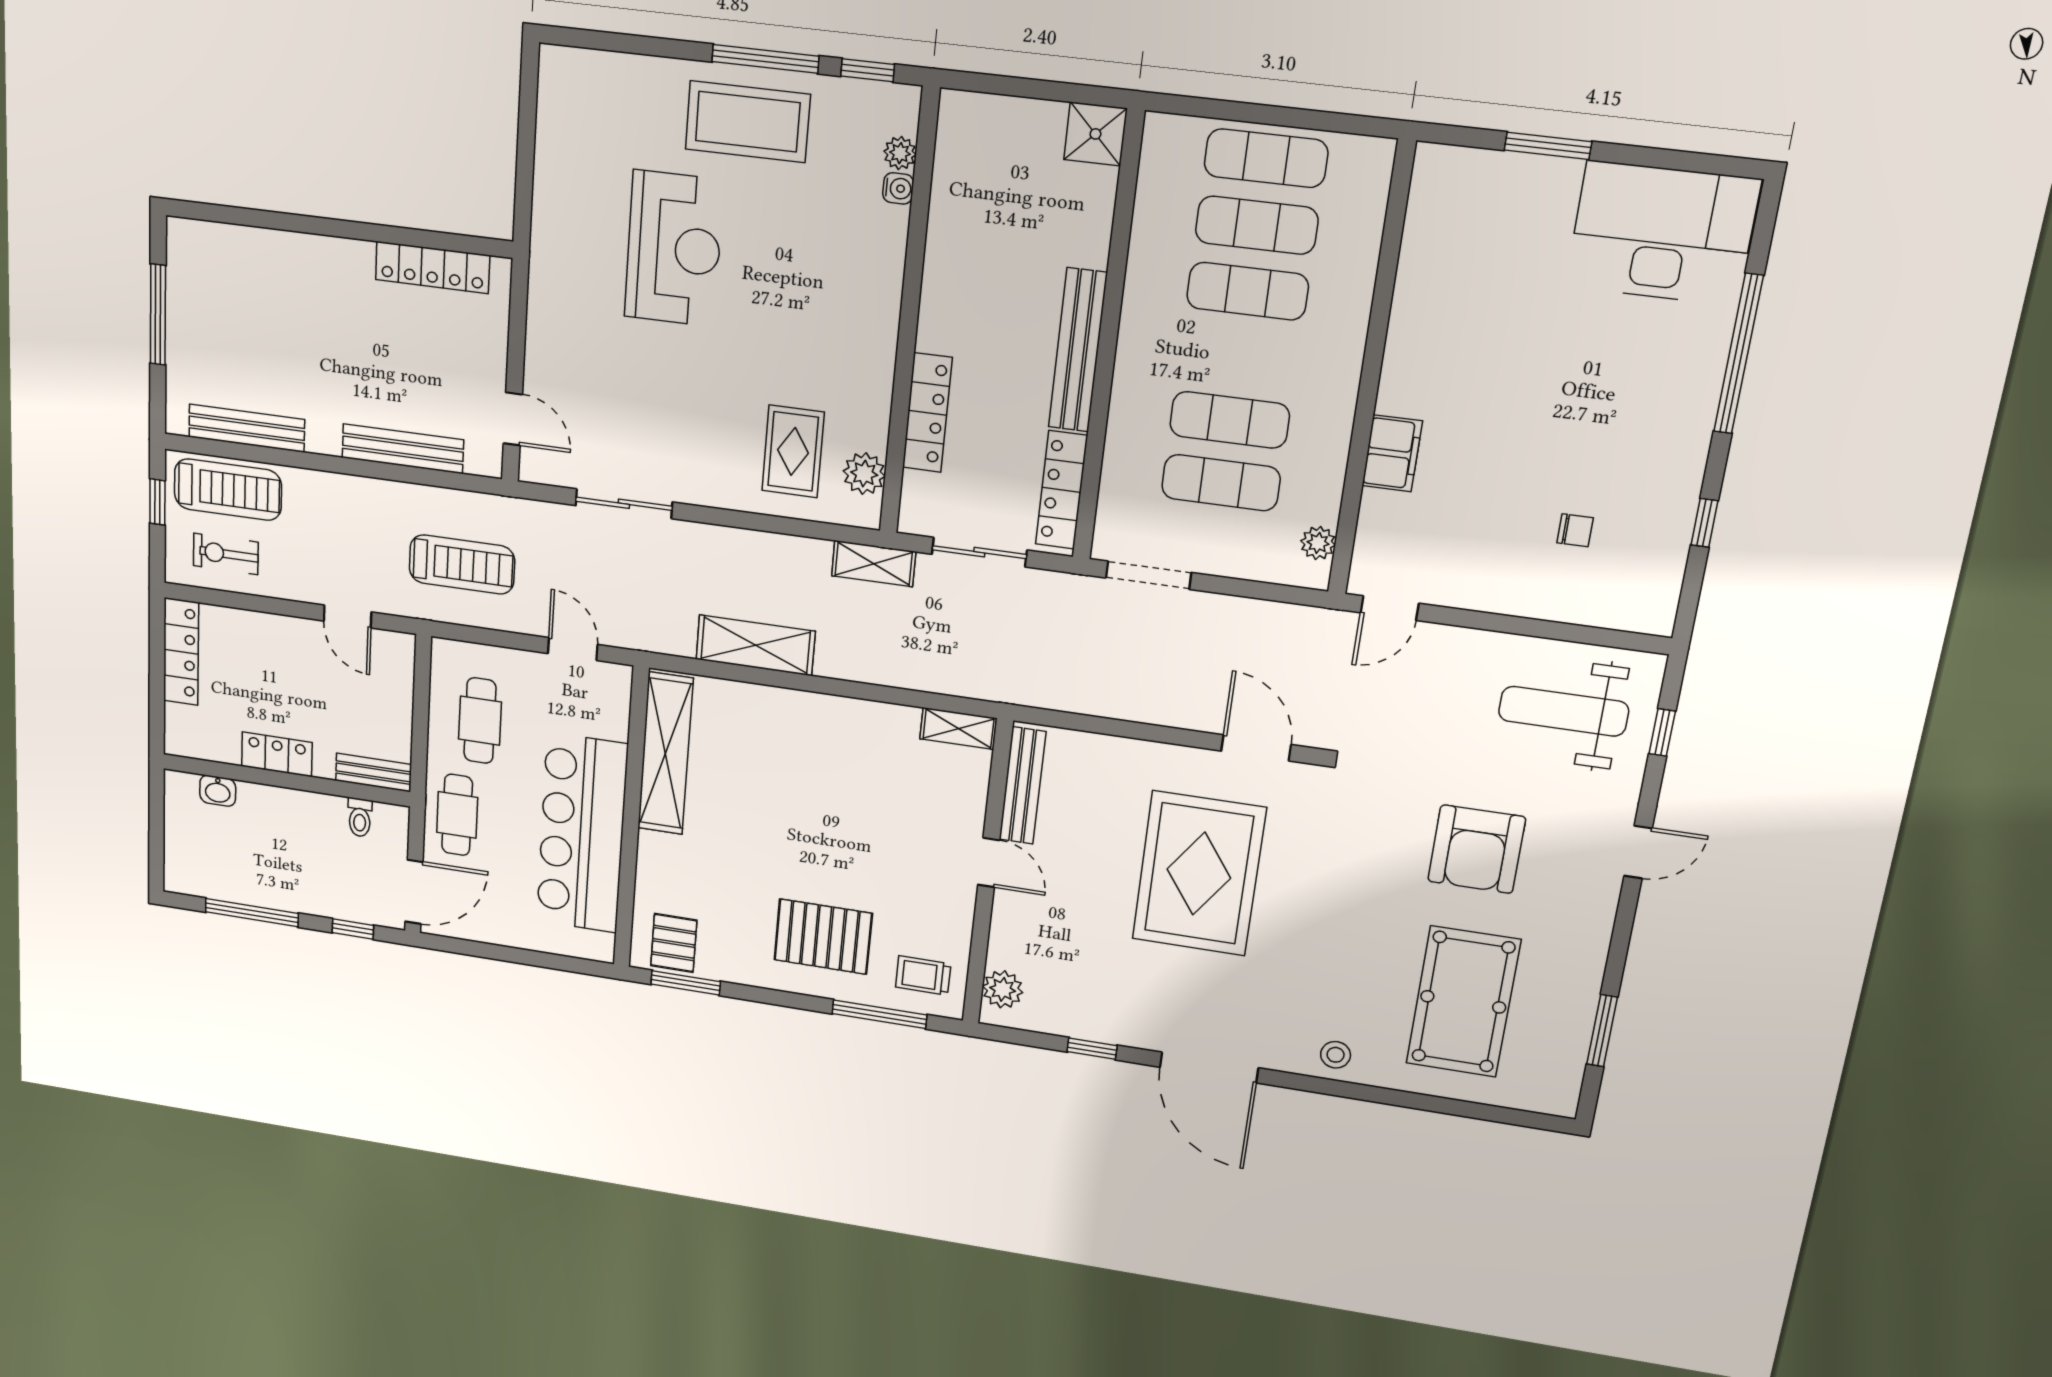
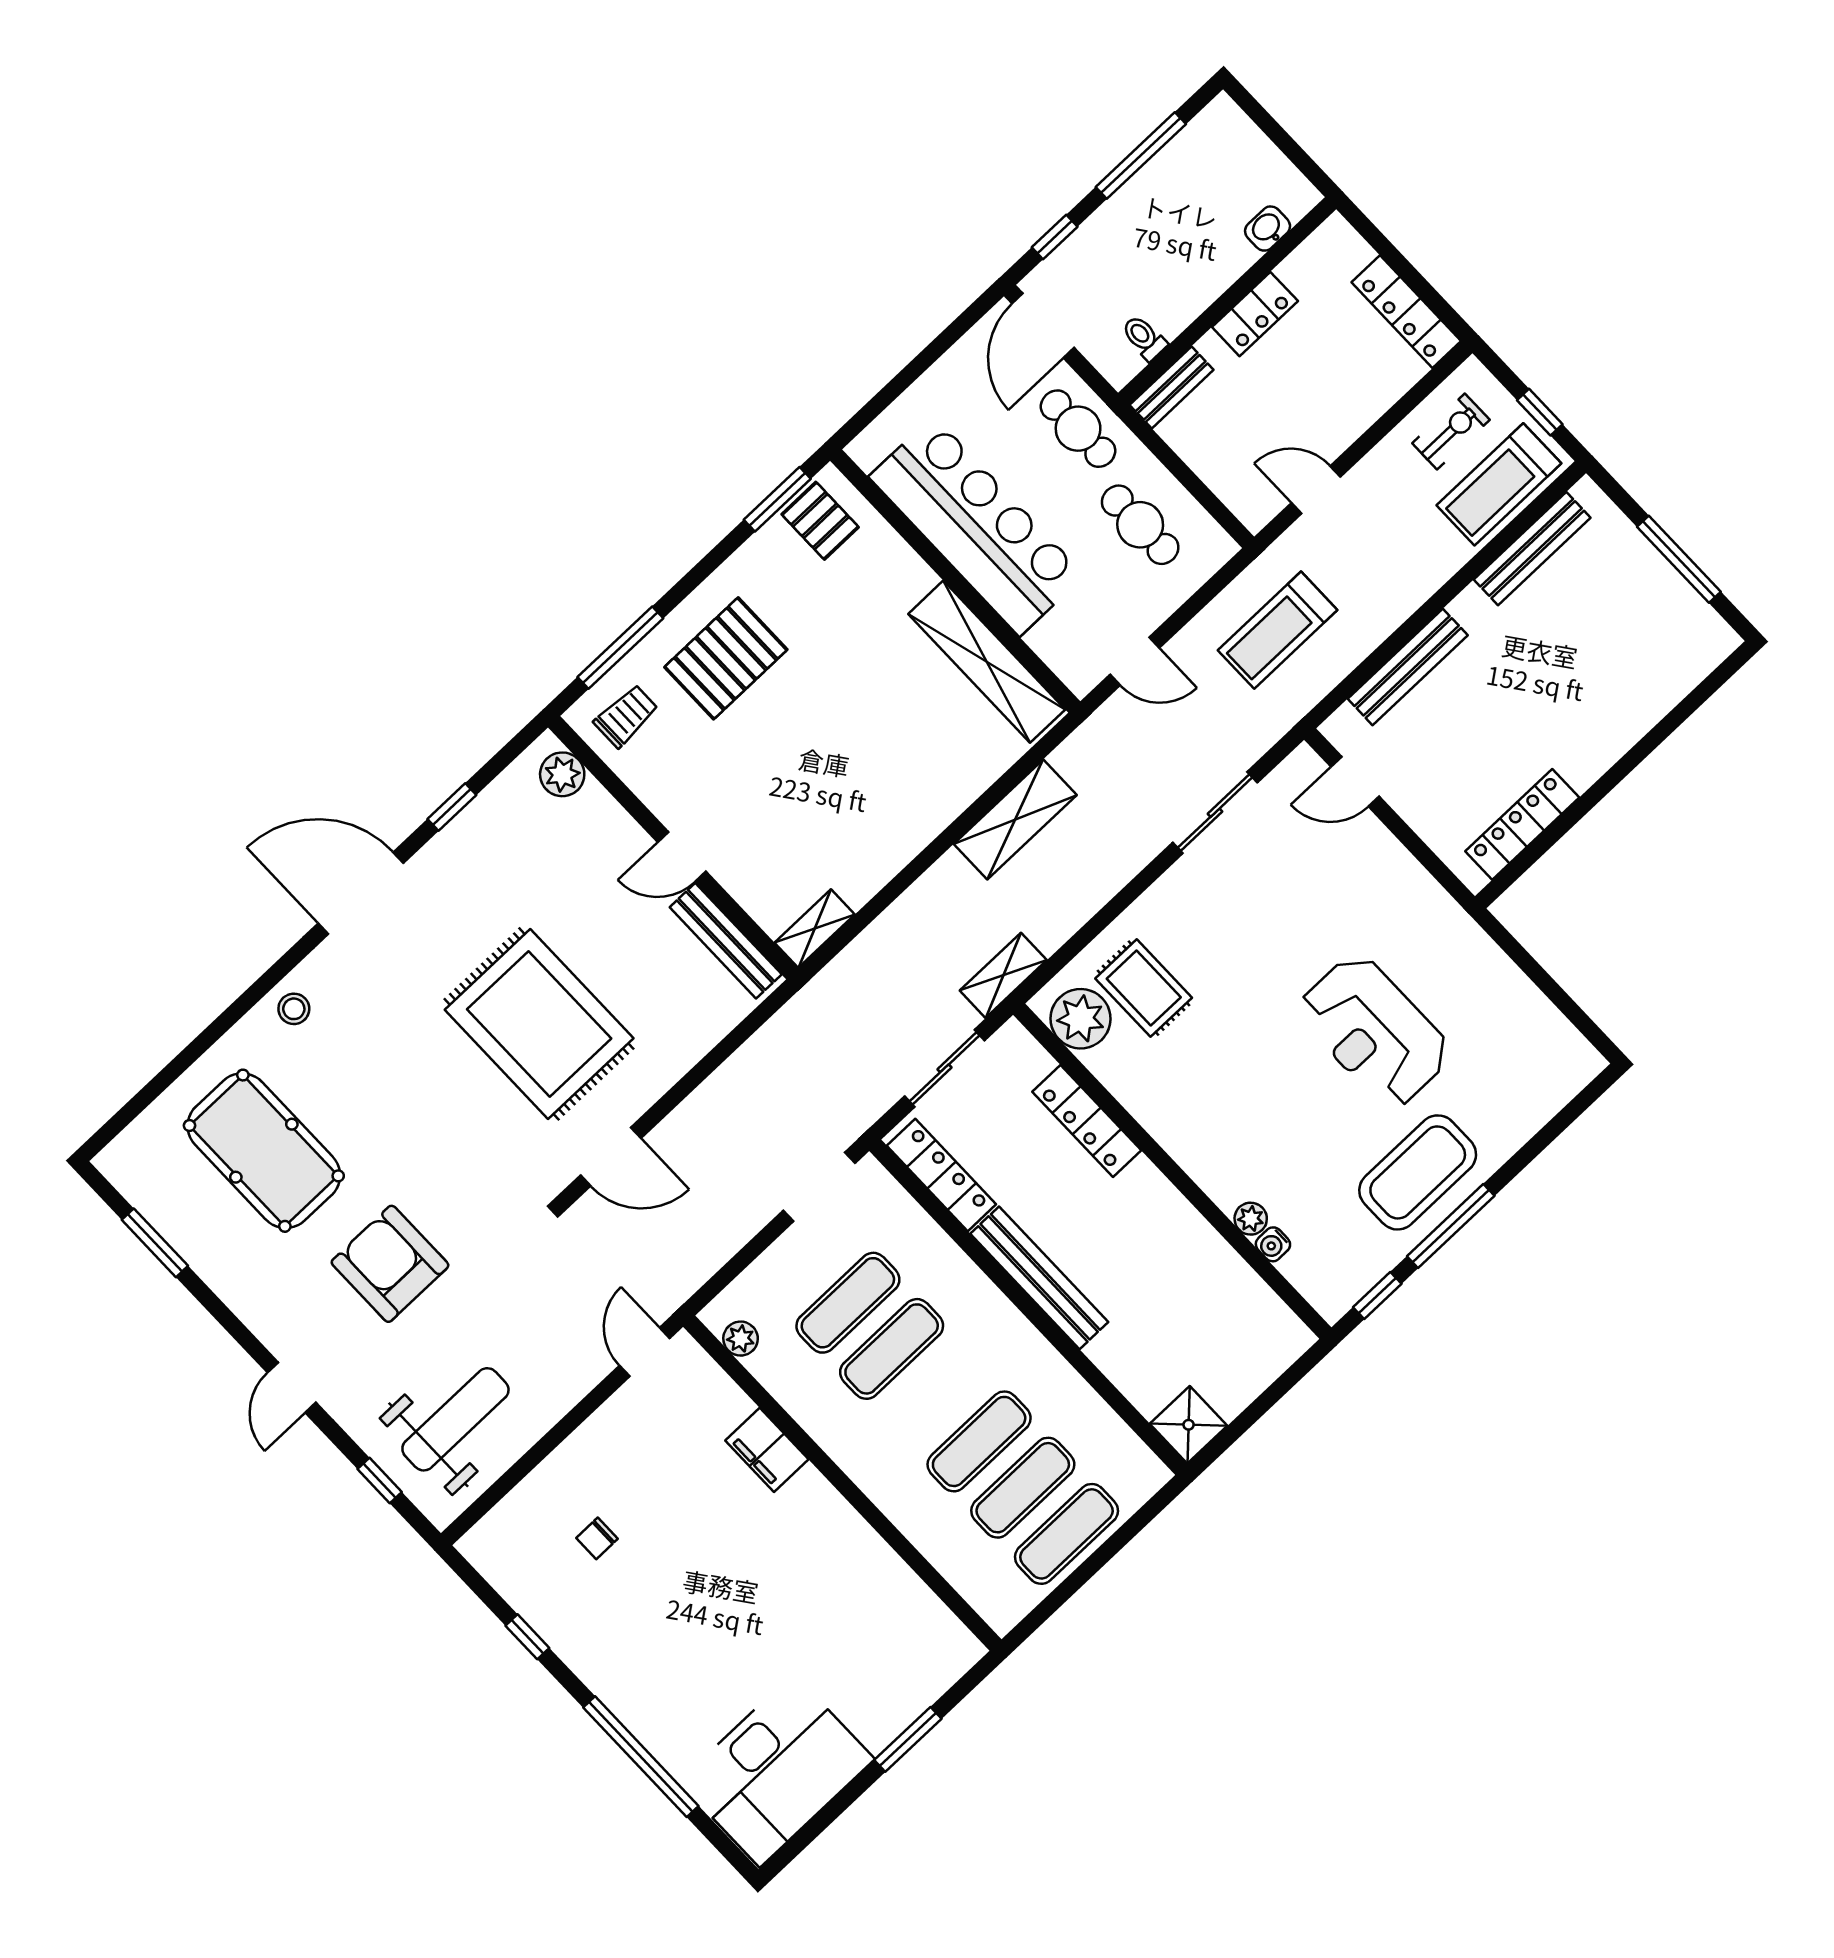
plant: (900, 153) -> (1251, 1219), moved
plant: (864, 474) -> (1081, 1019), width x1.36, depth x1.36

